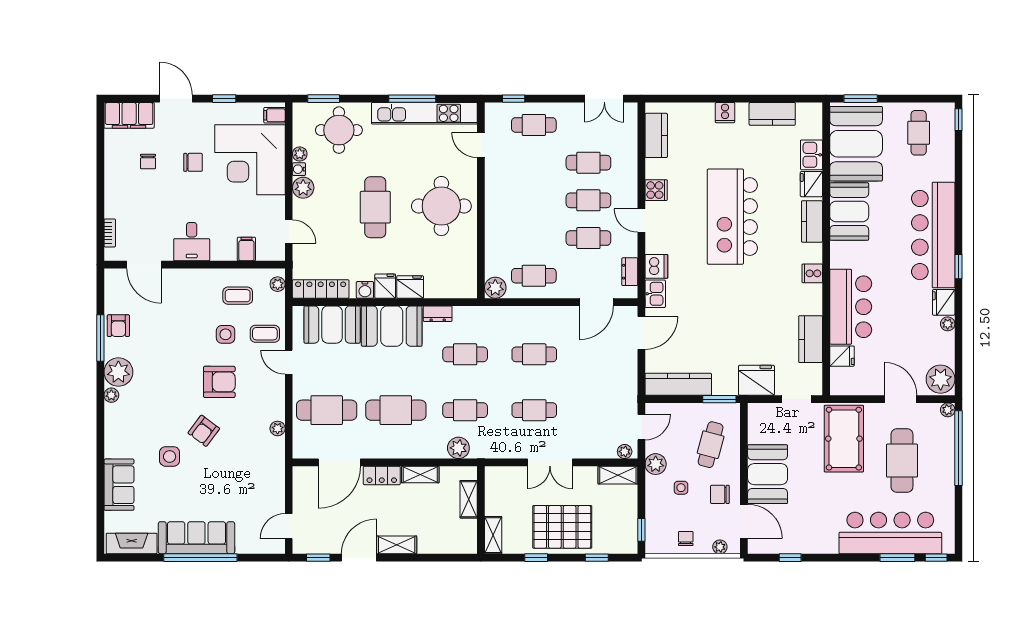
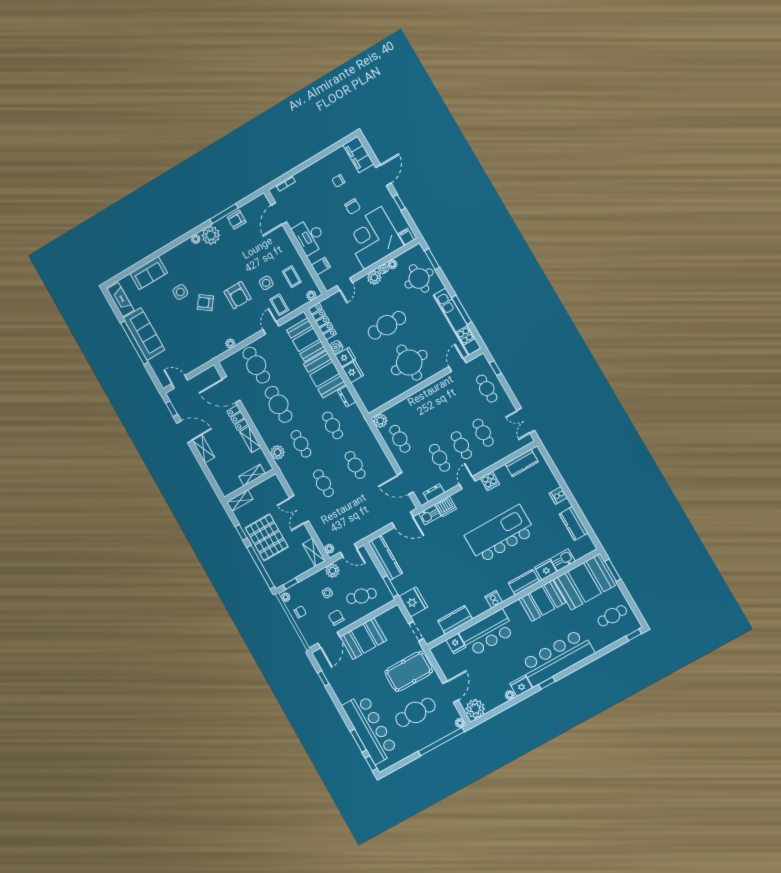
desk: (192, 242) -> (309, 236), width x1.37
plant: (720, 547) -> (286, 597), moved
window: (597, 558) -> (261, 567), width x3.17

